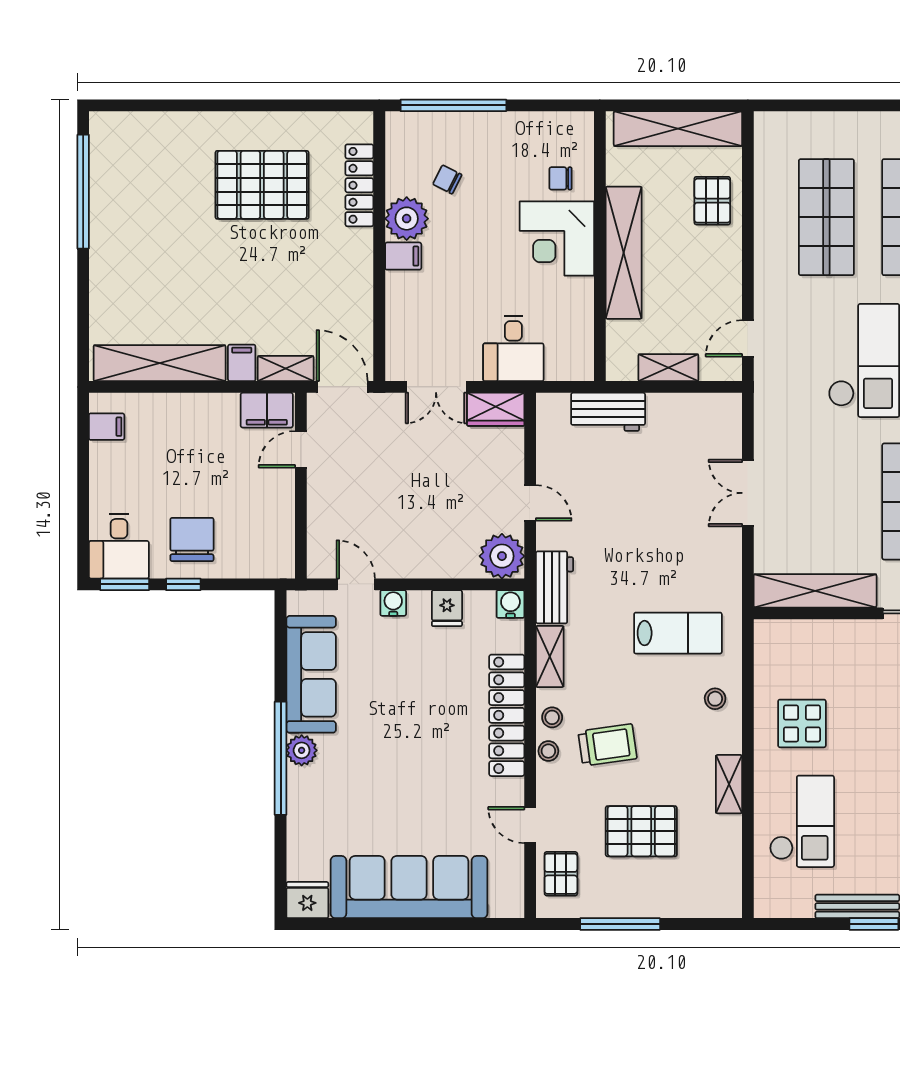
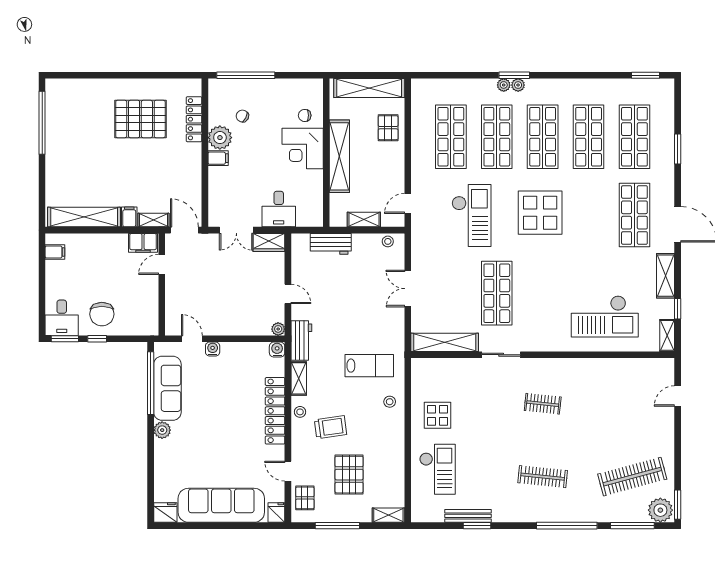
chair: (192, 539) -> (102, 314), turned 180
plant: (502, 556) -> (278, 329), width x0.53, depth x0.53
fridge: (447, 608) -> (276, 512), moved, turned 180
stool: (548, 751) -> (388, 241), moved
window: (281, 758) -> (151, 383), moved
shelving: (729, 784) -> (388, 515), moved, turned 90
pallet: (641, 831) -> (349, 475), turned 90

